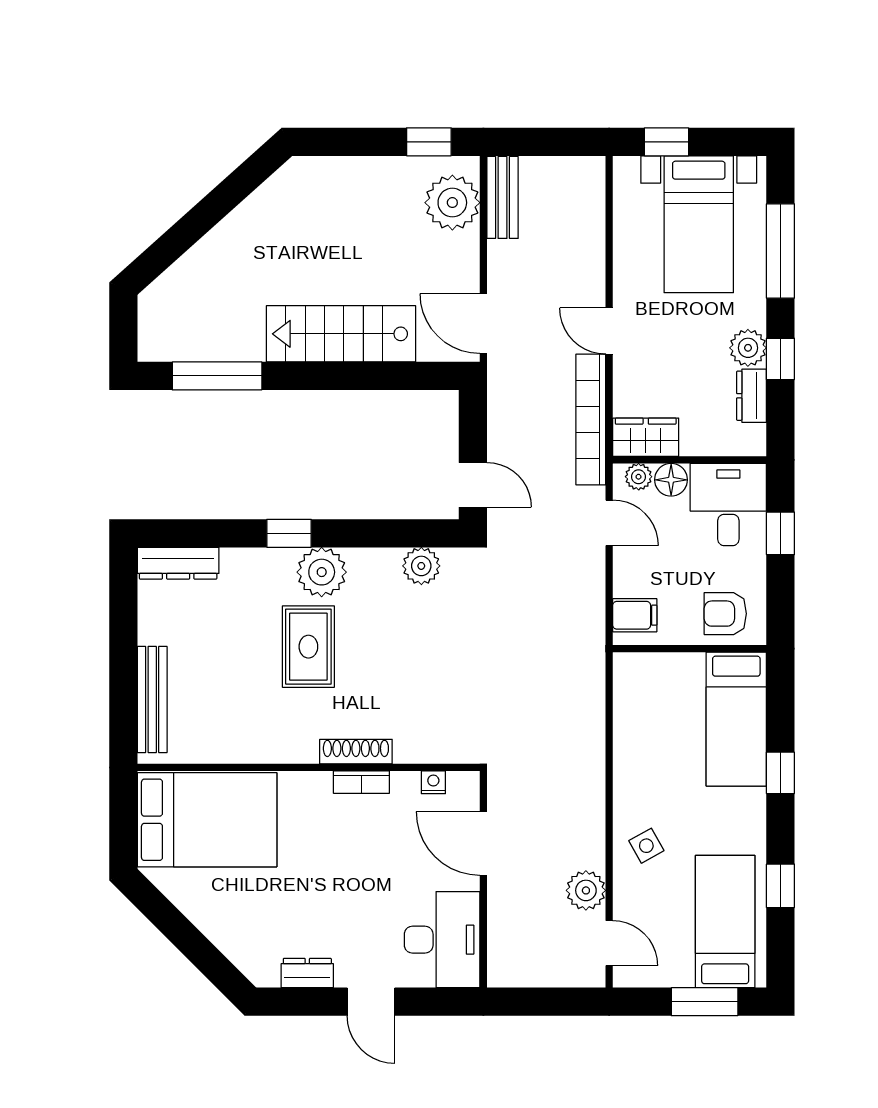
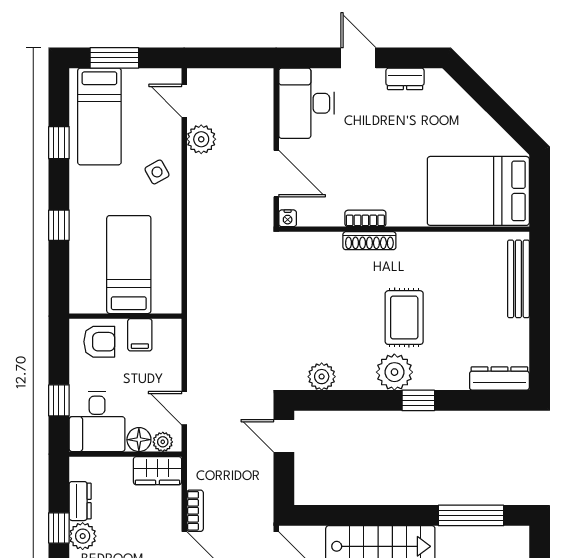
bookcase: (591, 420) -> (195, 511), width x0.43, depth x0.76
filing cabinet: (635, 615) -> (140, 335), moved, turned -90
bed: (736, 719) -> (129, 265), moved
nightstand: (433, 782) -> (288, 218), moved

